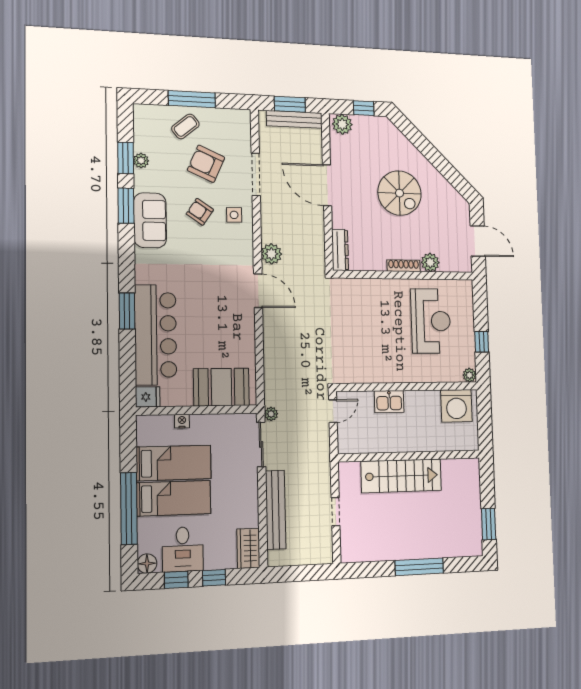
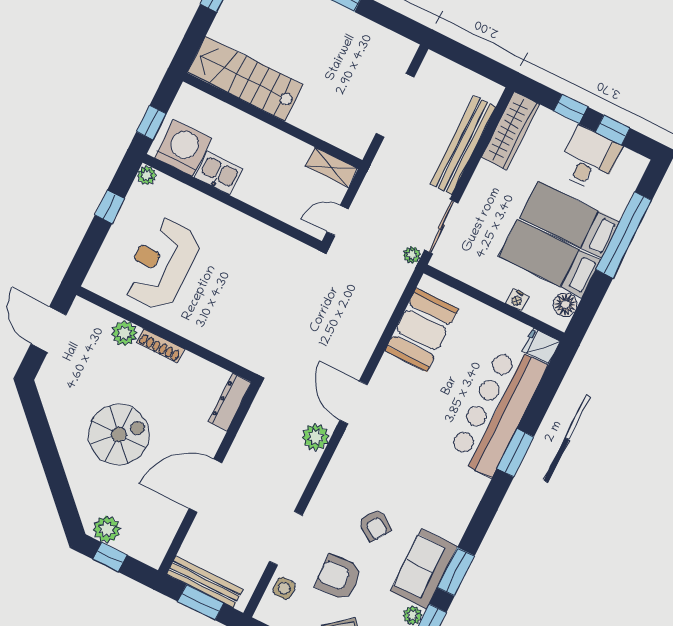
plant: (342, 124) -> (107, 529), moved
armchair: (206, 164) -> (339, 577), turned 153
door: (327, 185) -> (205, 486), swing flipped
spiral stairs: (400, 193) -> (119, 434), turned 90
side table: (234, 215) -> (284, 588), moved
sofa: (150, 220) -> (424, 569), moved
booth: (221, 387) -> (422, 330), moved, turned 90
kitchen sink: (389, 402) -> (219, 174), moved
window: (484, 412) -> (152, 123), added
shelving: (356, 445) -> (331, 167), added
stairs: (401, 476) -> (245, 79), moved
doorway: (335, 512) -> (395, 105), width x1.88
wardrobe: (248, 548) -> (510, 131), width x1.50
floor lamp: (147, 564) -> (565, 305), moved

